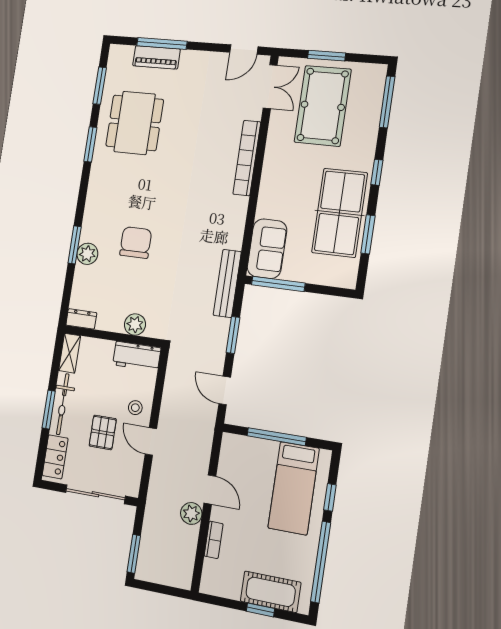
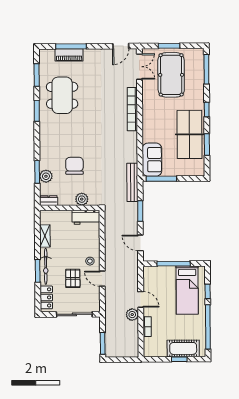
dresser: (81, 319) -> (49, 201), moved
plant: (135, 325) -> (82, 199), moved
wall: (113, 336) -> (70, 208), moved
workbench: (137, 356) -> (86, 217), moved

